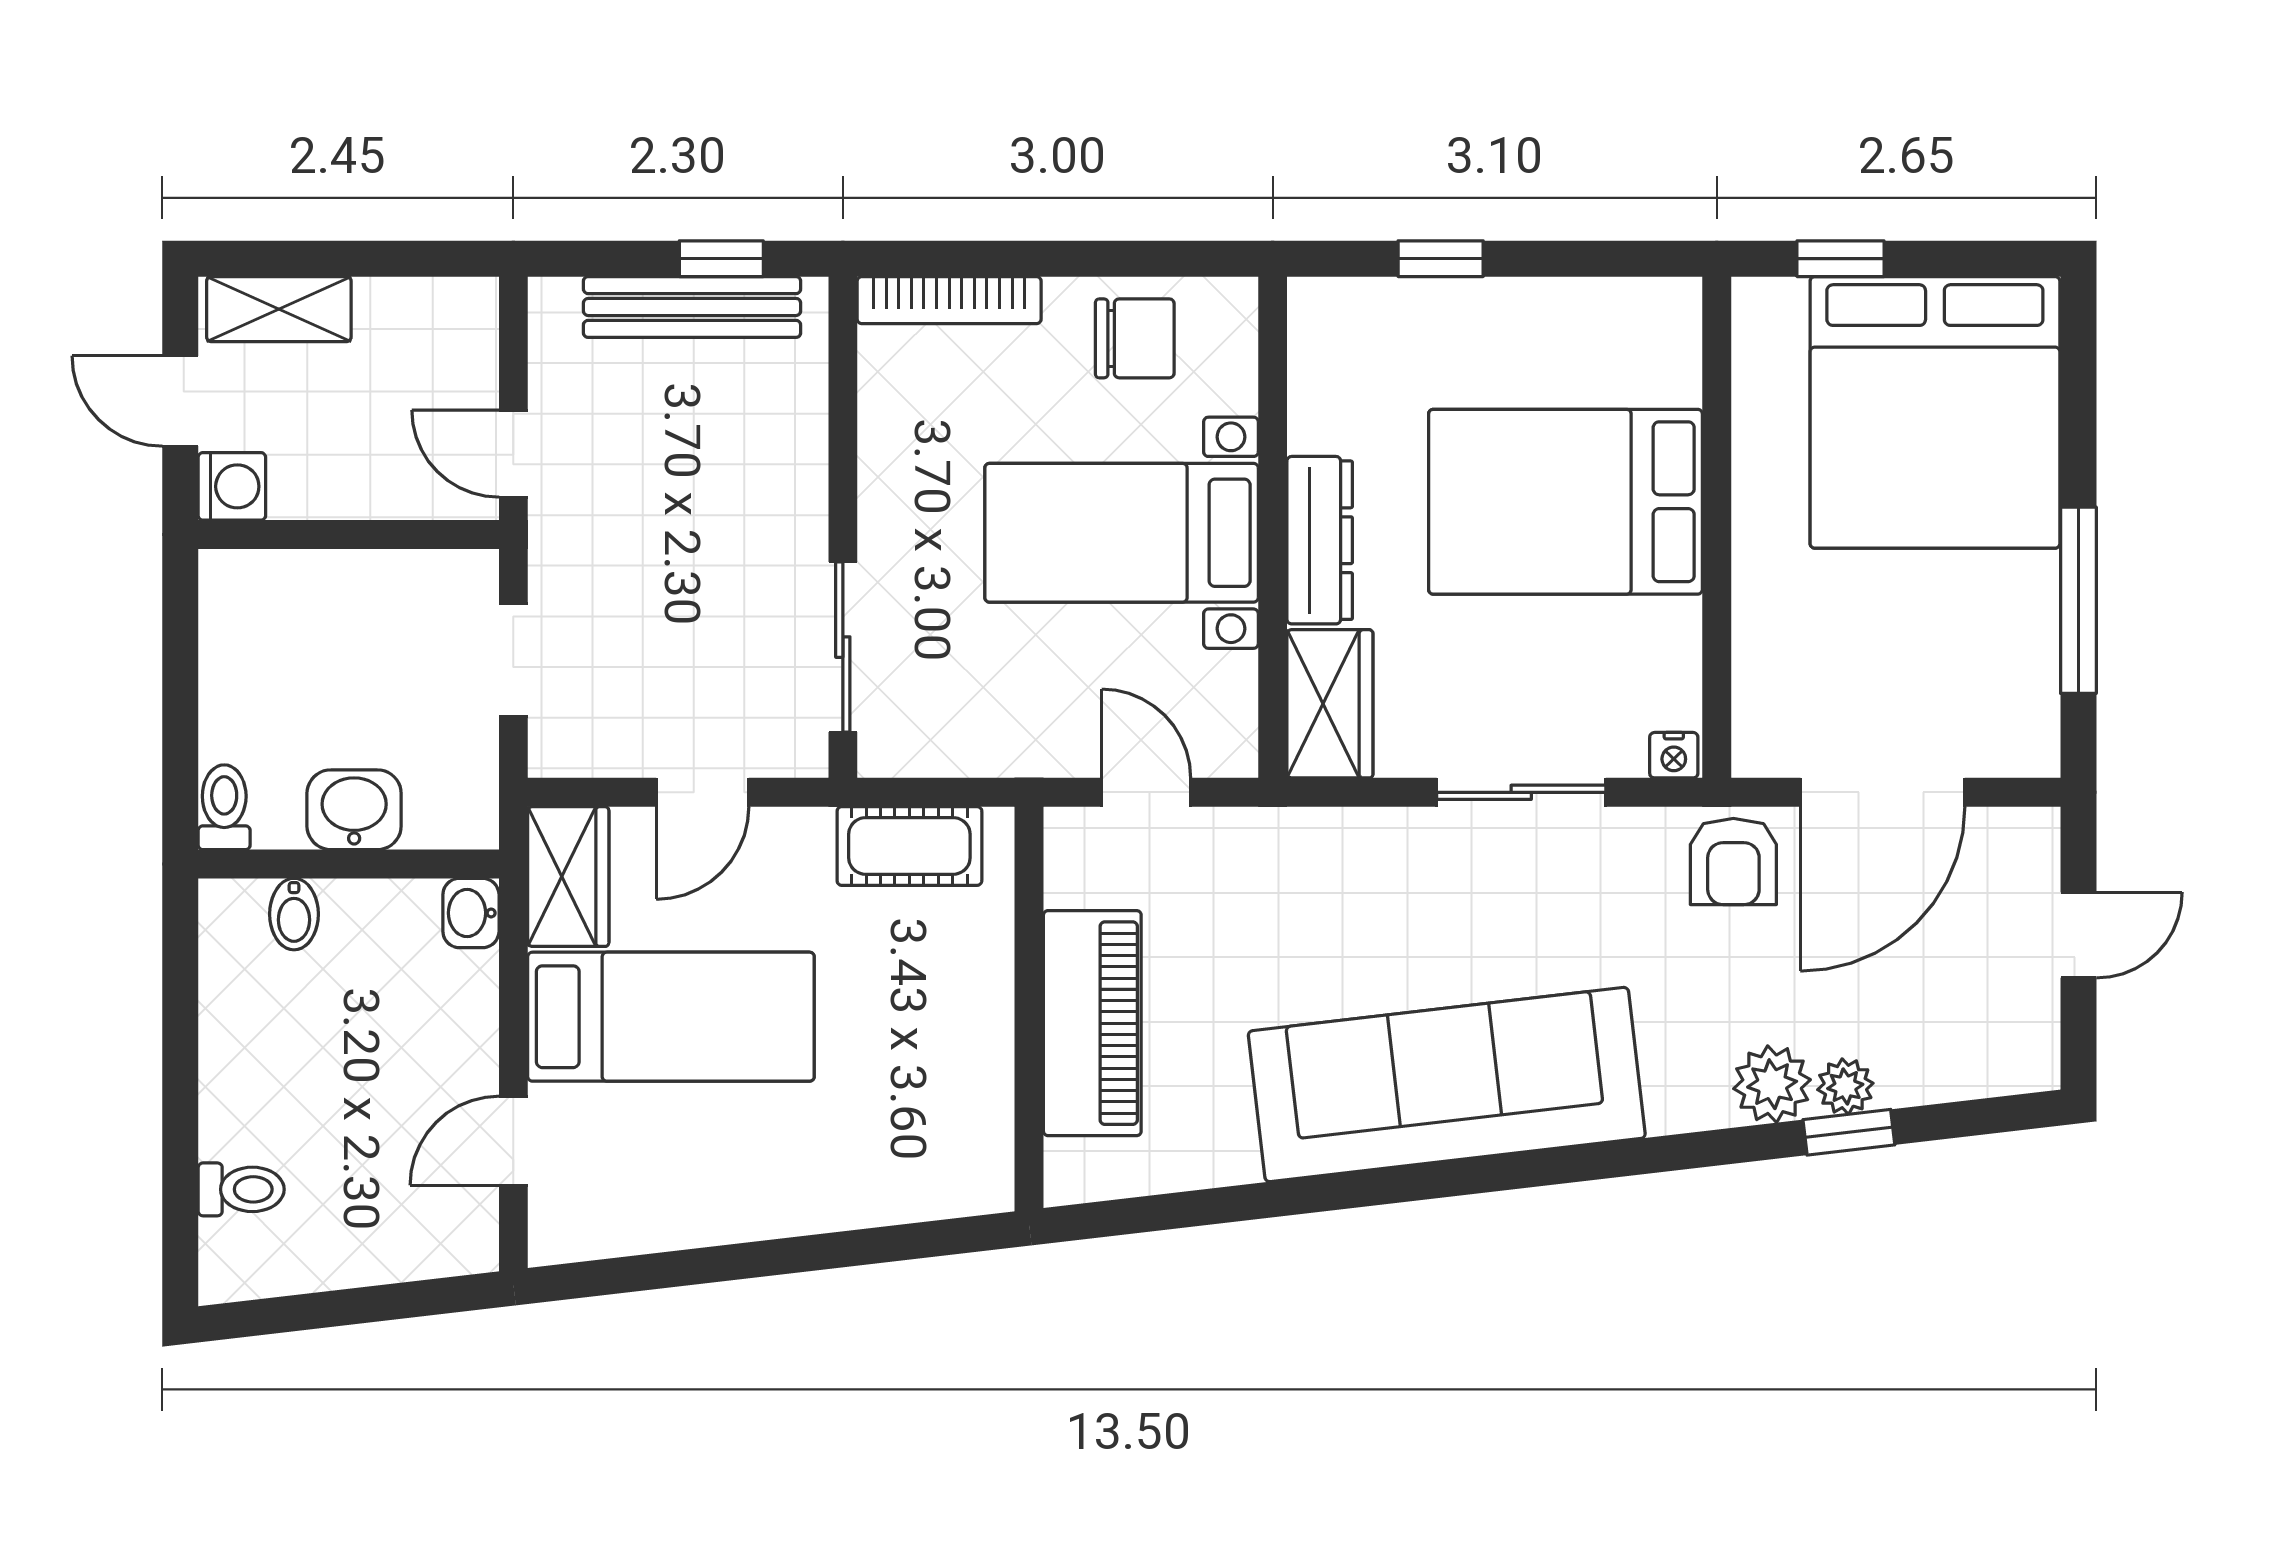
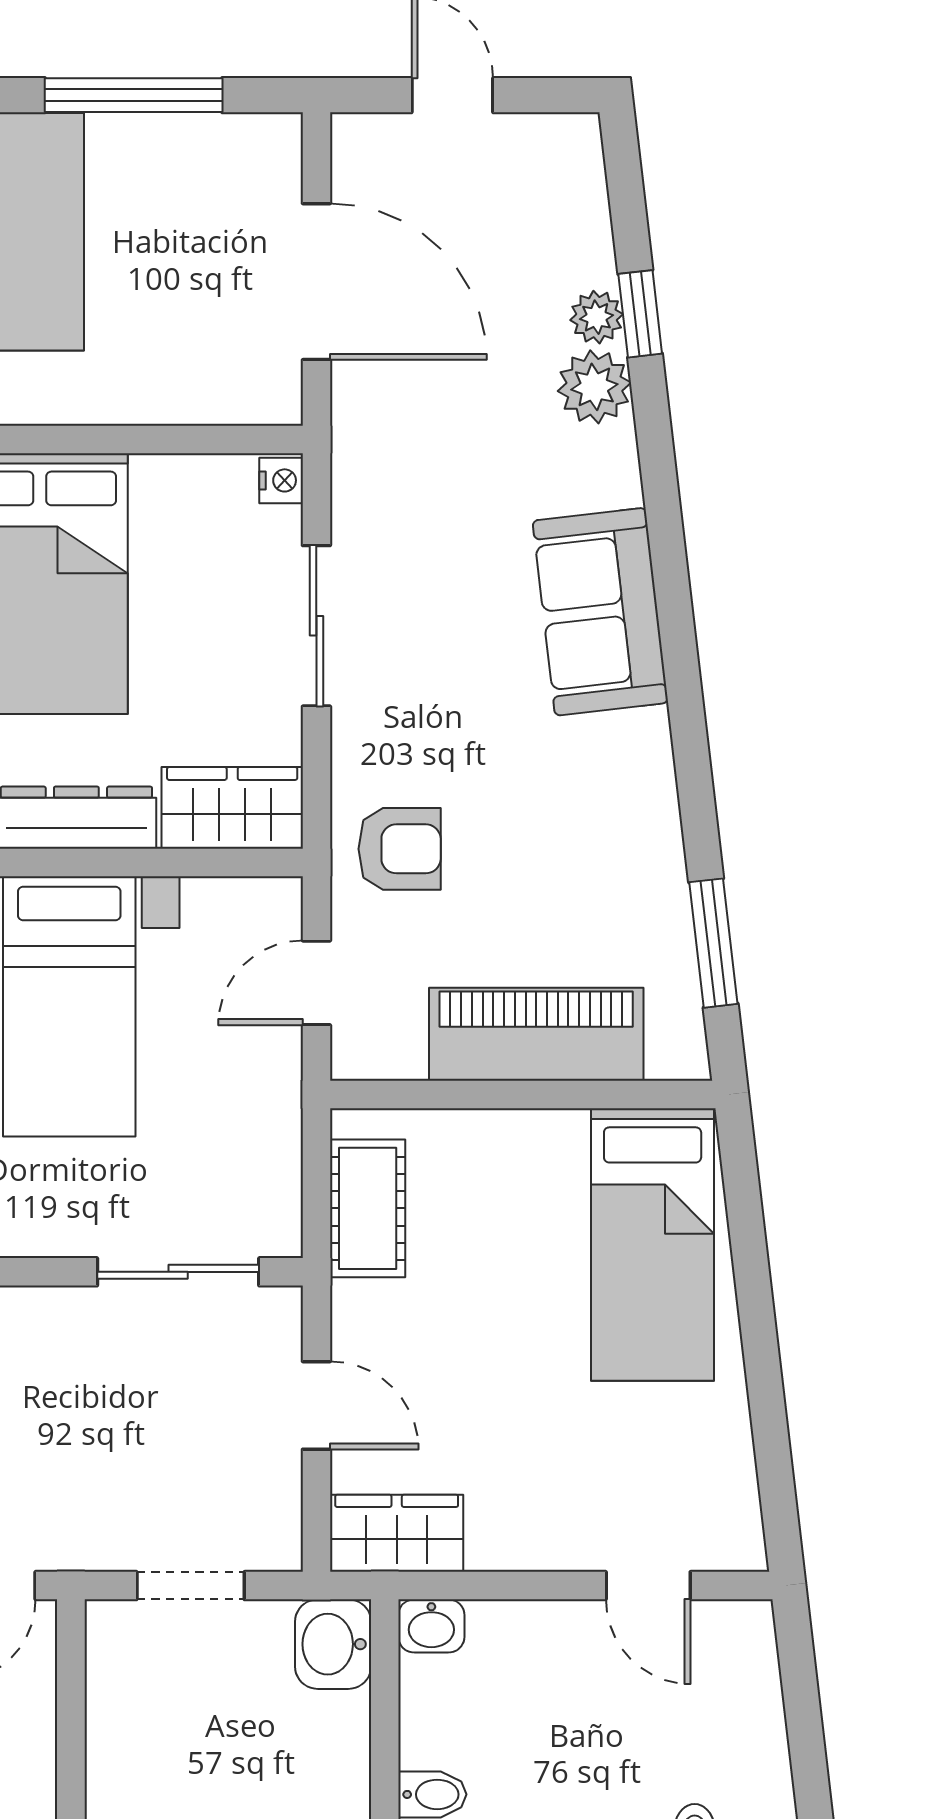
washbasin: (354, 810) -> (333, 1644), moved
armchair: (1733, 862) -> (400, 849), moved
bed: (671, 1017) -> (653, 1245), moved, turned 180
sofa: (1447, 1085) -> (600, 612), width x0.54, depth x0.79
window: (1188, 1209) -> (713, 943), added

